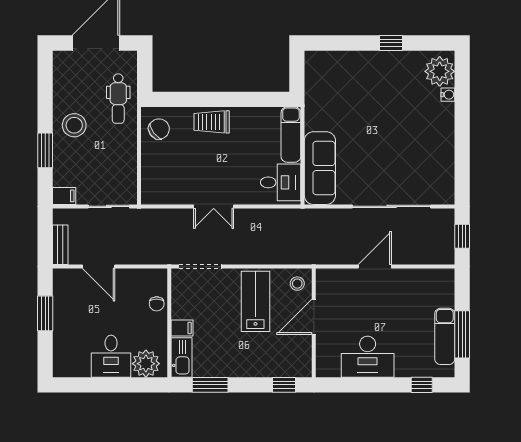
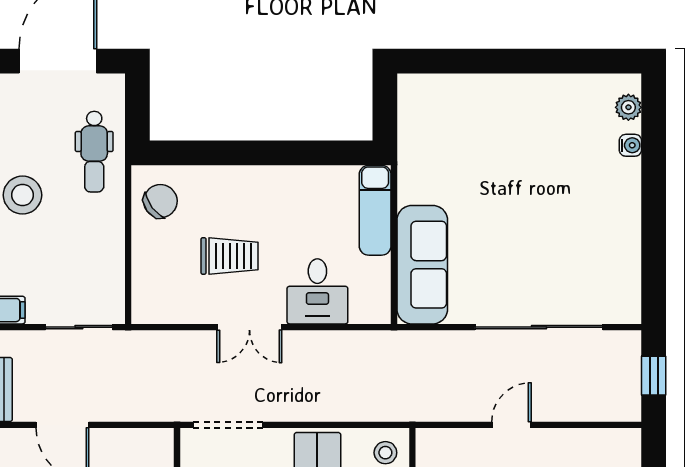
window: (391, 43) -> (538, 61), removed
plant: (440, 71) -> (628, 107), width x0.53, depth x0.53
trolley: (212, 122) -> (230, 256), moved, turned 180
desk: (281, 182) -> (317, 291), moved, turned 90
door: (375, 267) -> (511, 425), width x0.73

